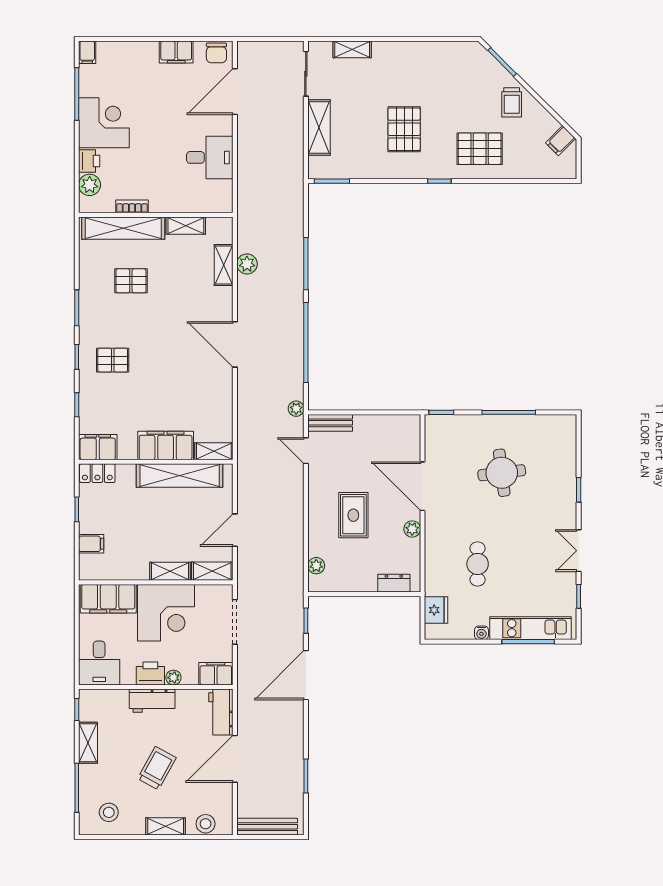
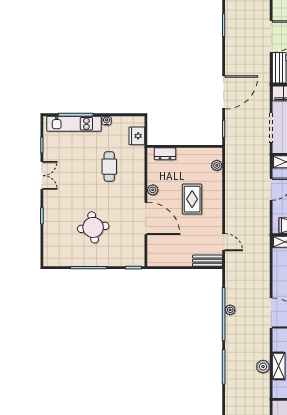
plant: (296, 409) -> (230, 310), moved

